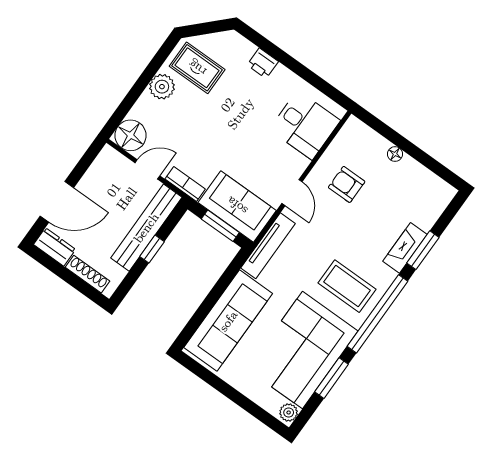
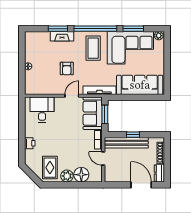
floor lamp: (130, 135) -> (81, 175), moved
armchair: (347, 184) -> (67, 68), moved

